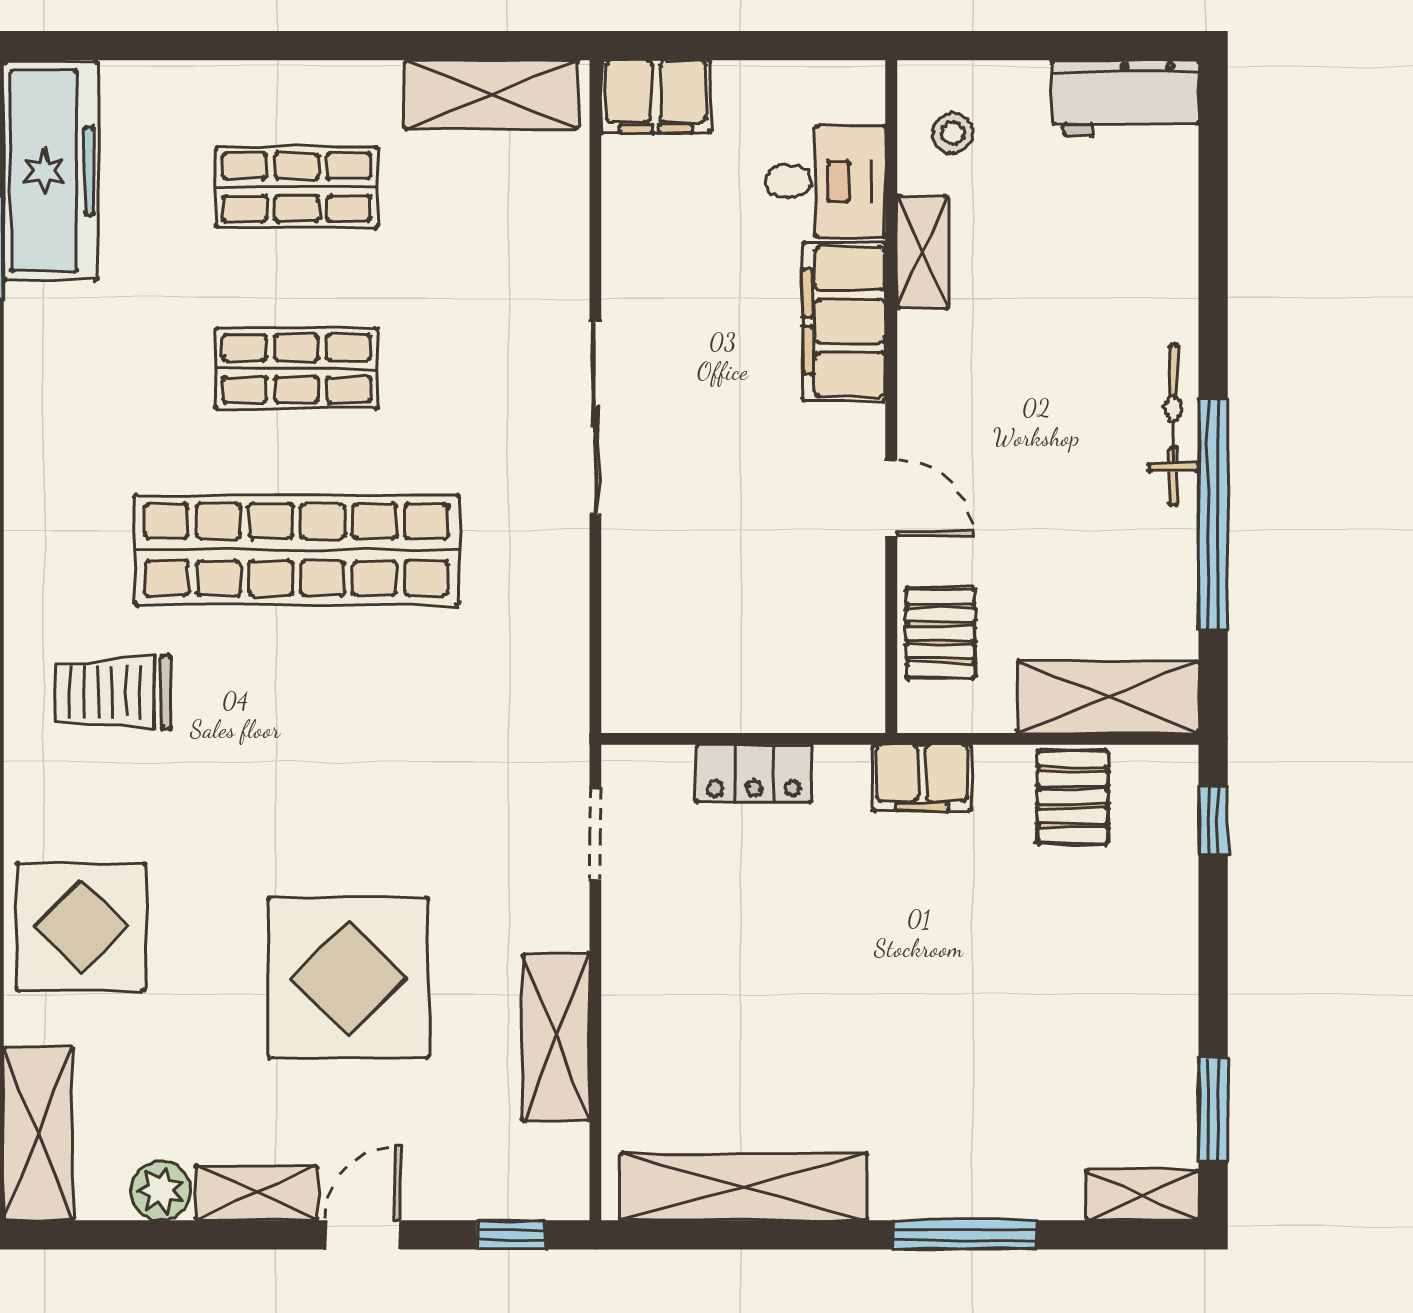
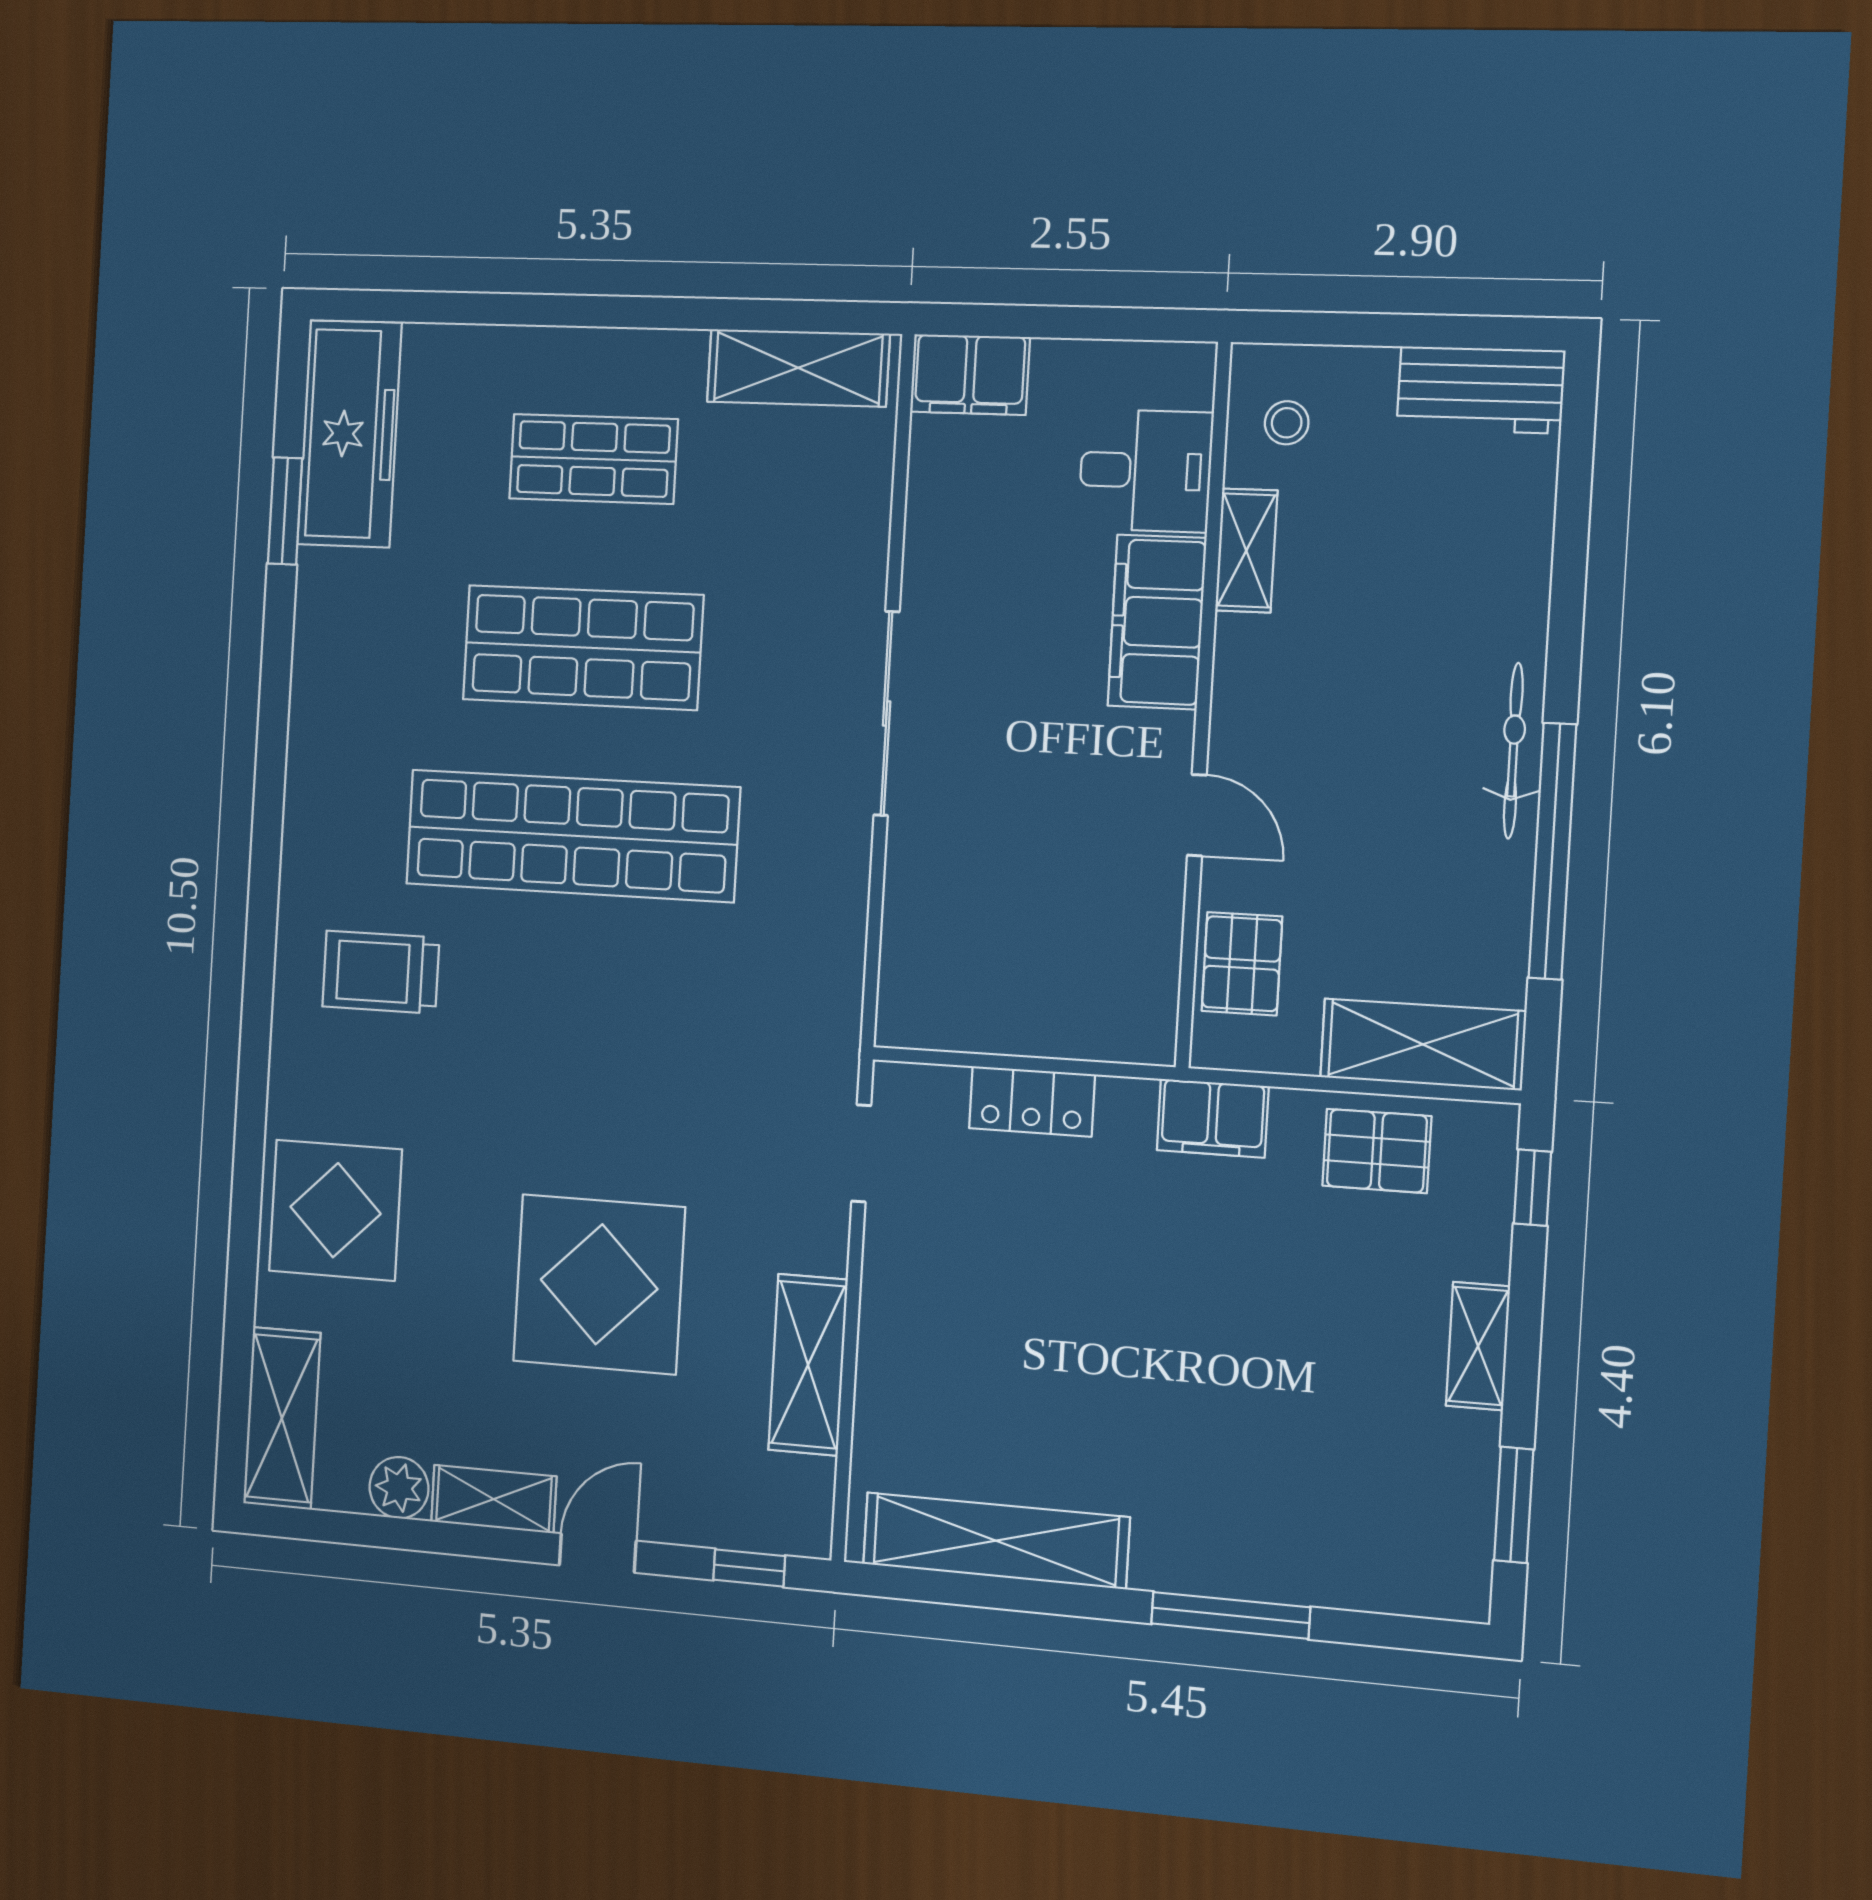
shop shelf: (297, 368) -> (583, 647), width x1.43, depth x1.36
pallet: (1073, 797) -> (1377, 1151), turned 90
shelving: (1142, 1195) -> (1478, 1346), moved, turned 90

